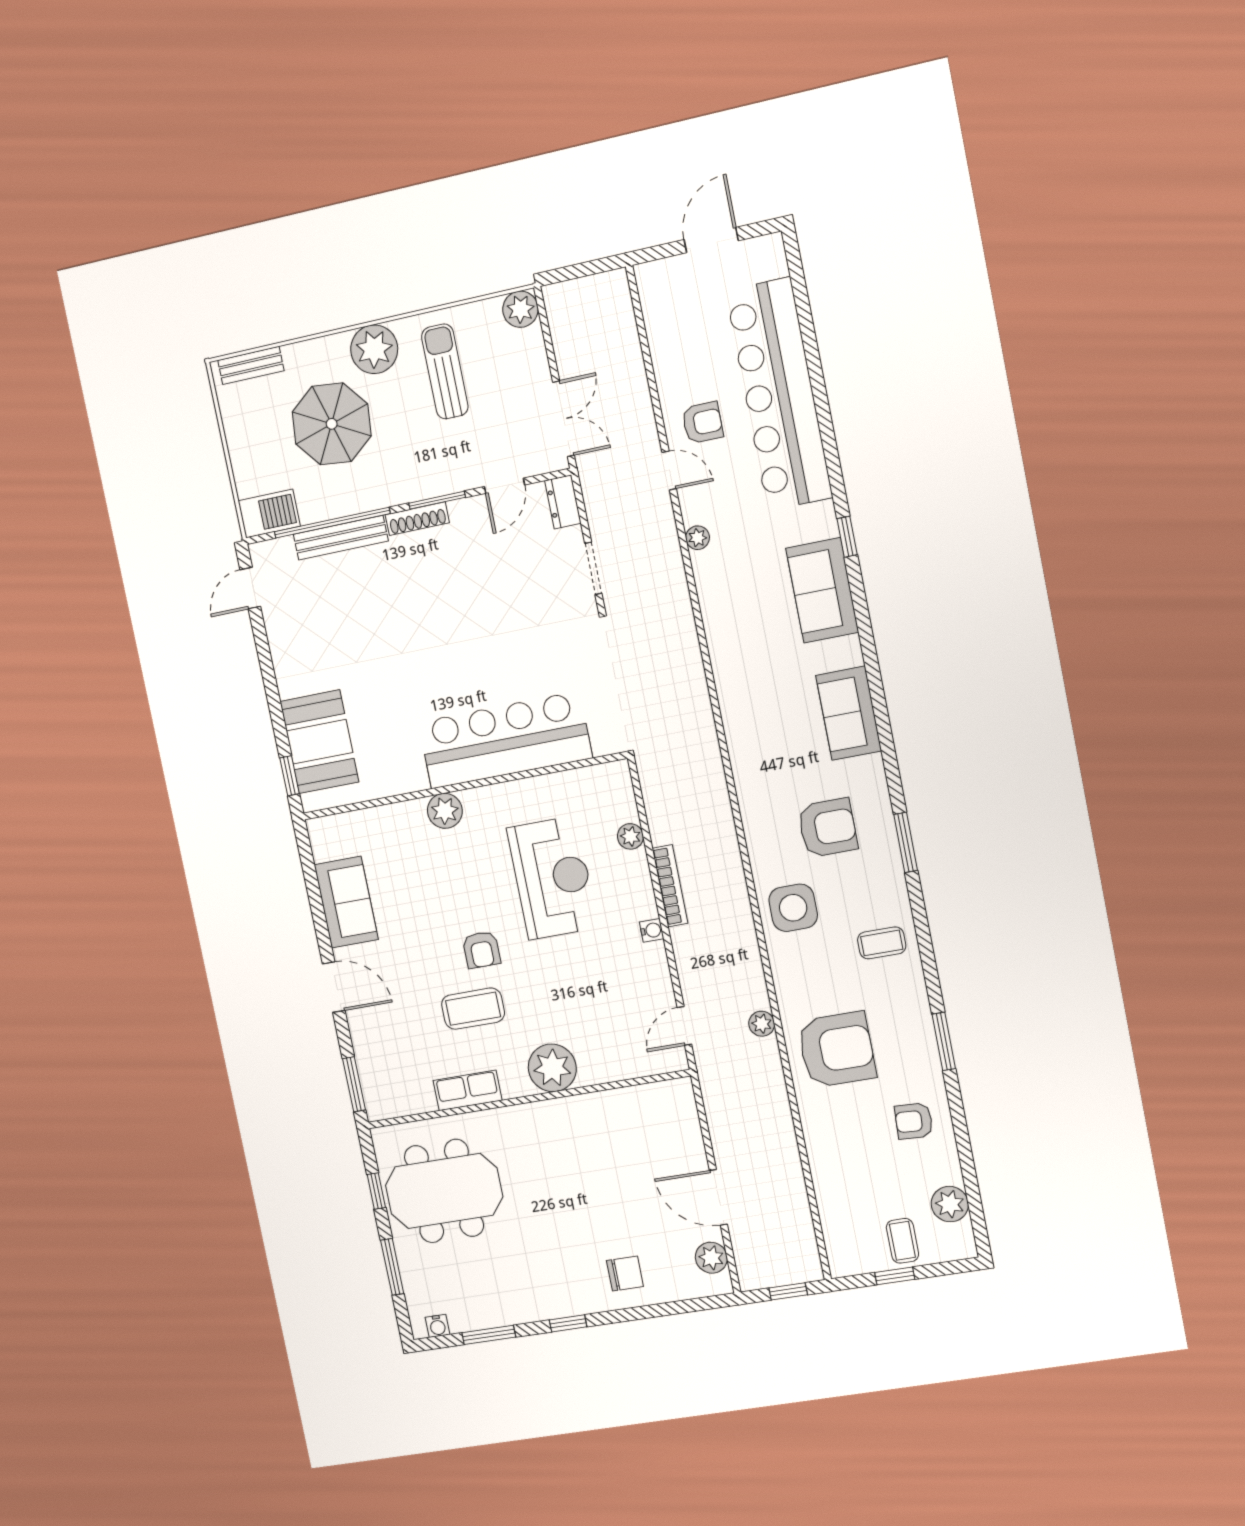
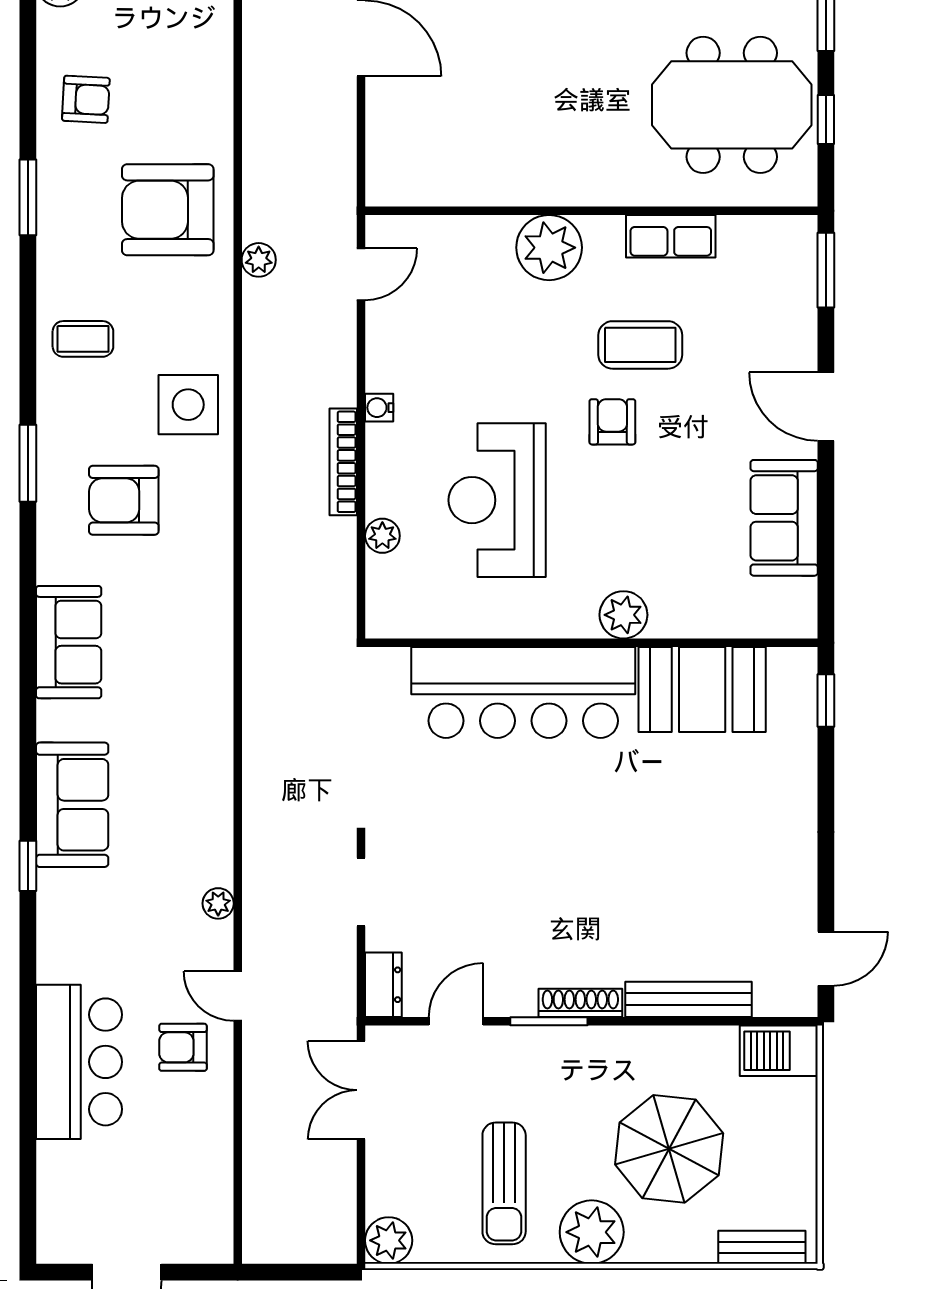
bar counter: (779, 394) -> (79, 1062), width x0.54
window: (332, 523) -> (696, 1021), removed
booth: (319, 742) -> (702, 690), moved, turned 90

